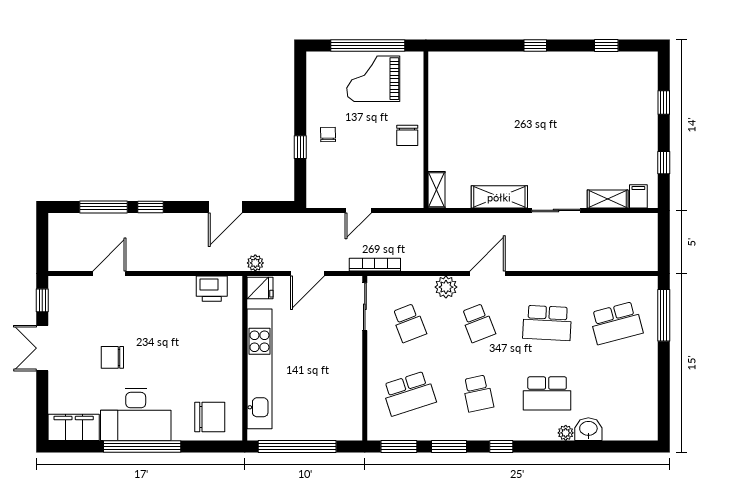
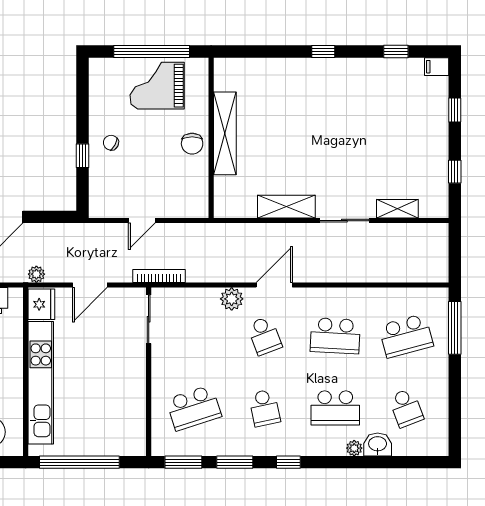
chair: (328, 134) -> (111, 143), turned -61
shelving: (437, 190) -> (225, 133), moved, width x2.20, depth x1.33
filing cabinet: (638, 196) -> (437, 67), moved, turned -90
fridge: (260, 288) -> (41, 304), width x1.38
school desk: (409, 323) -> (406, 408), moved

